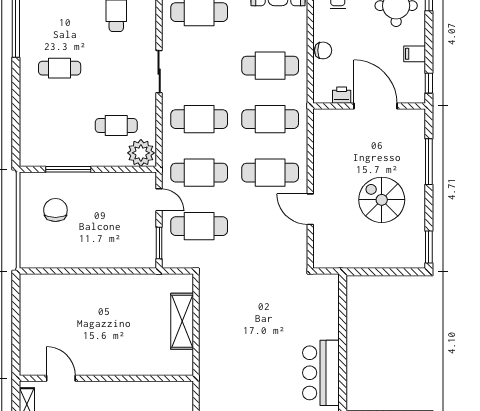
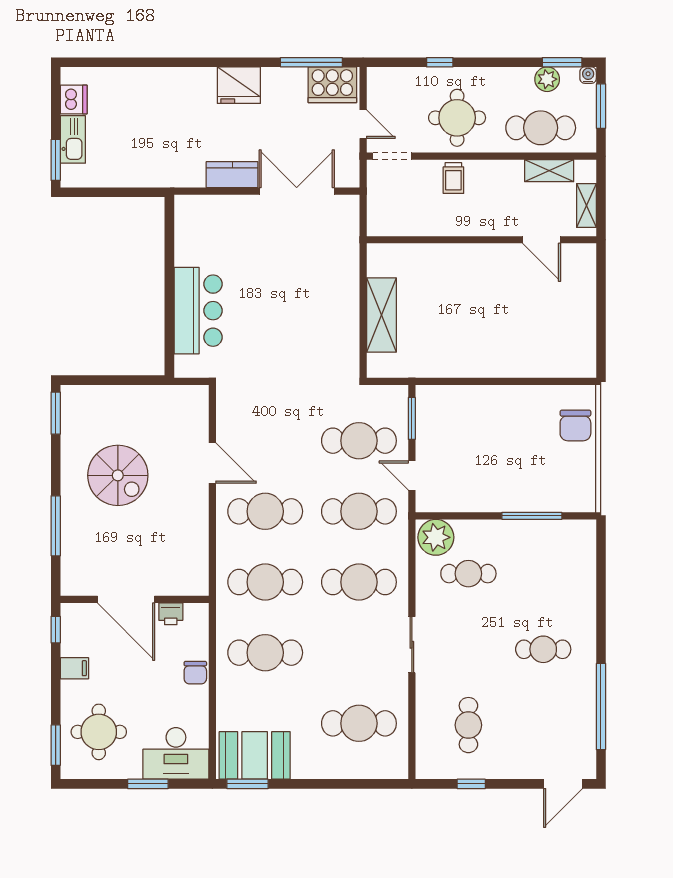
chair: (323, 50) -> (195, 673), turned -90
chair: (55, 210) -> (575, 425), moved
bar counter: (321, 373) -> (198, 311), moved

